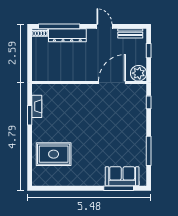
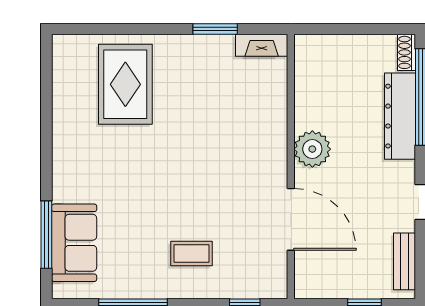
plant: (139, 73) -> (312, 149), moved
fireplace: (37, 106) -> (262, 45), moved
coffee table: (127, 125) -> (191, 254), added

